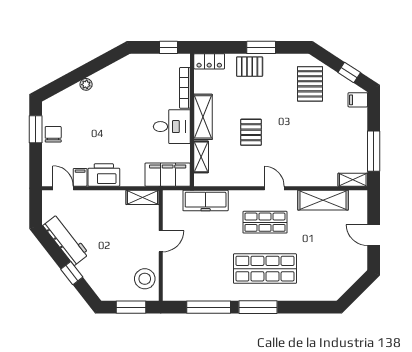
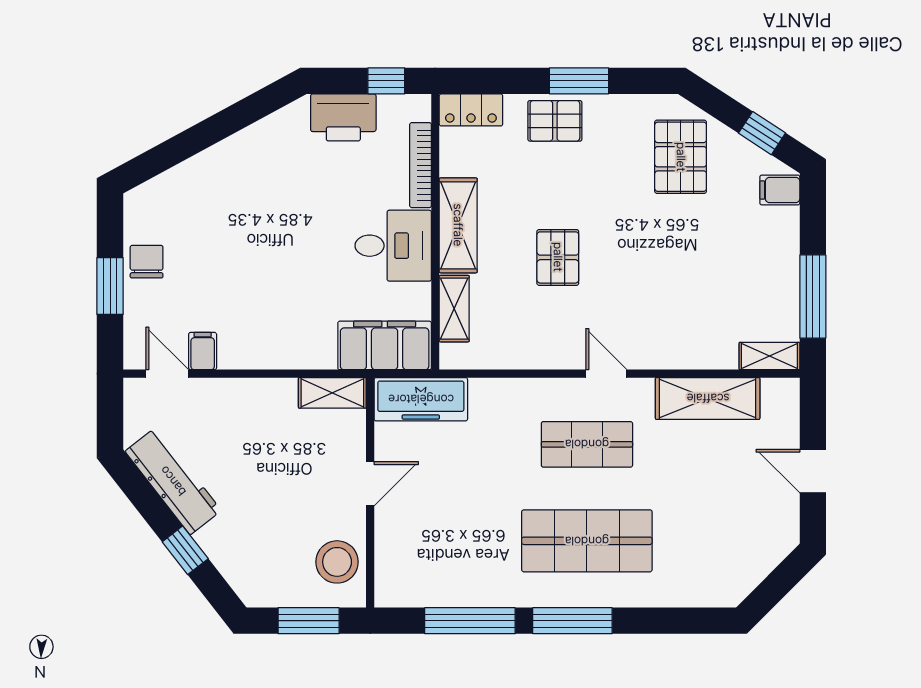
plant: (86, 84) -> (215, 158), removed
window: (36, 129) -> (110, 286), moved
printer: (104, 175) -> (343, 117), moved, turned 180
freezer: (206, 200) -> (421, 399), moved

